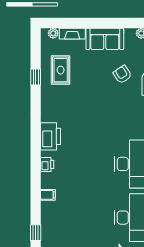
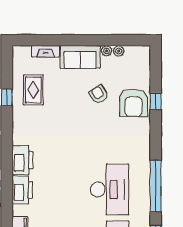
plant: (53, 33) -> (107, 51), moved
printer: (47, 164) -> (22, 190), width x1.87, depth x1.48

